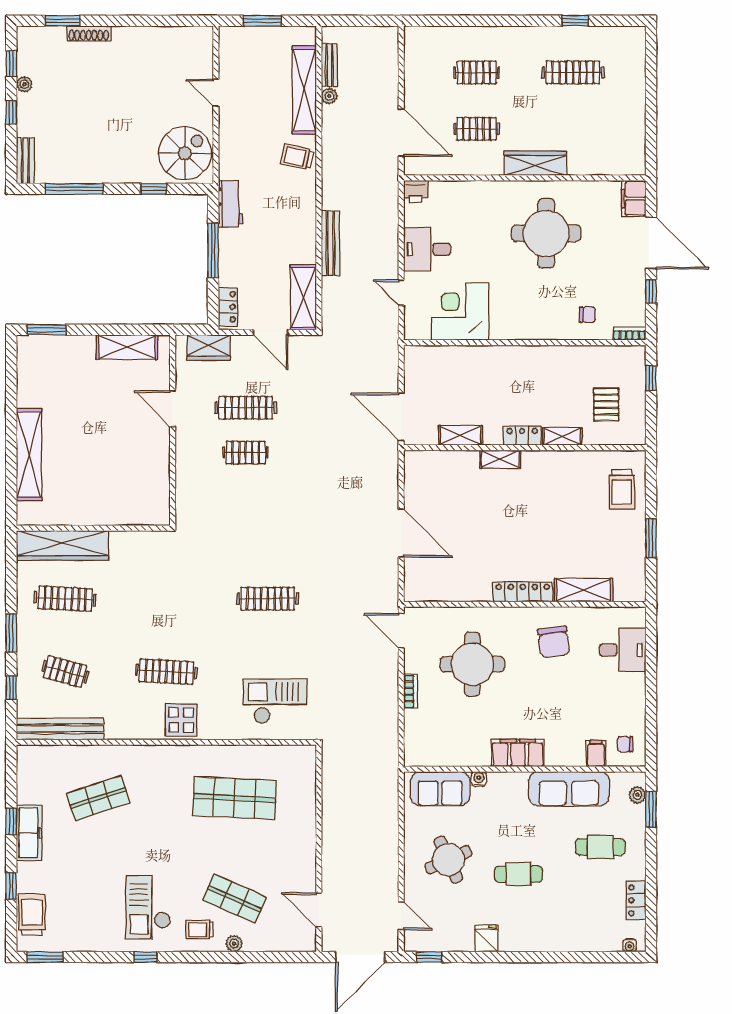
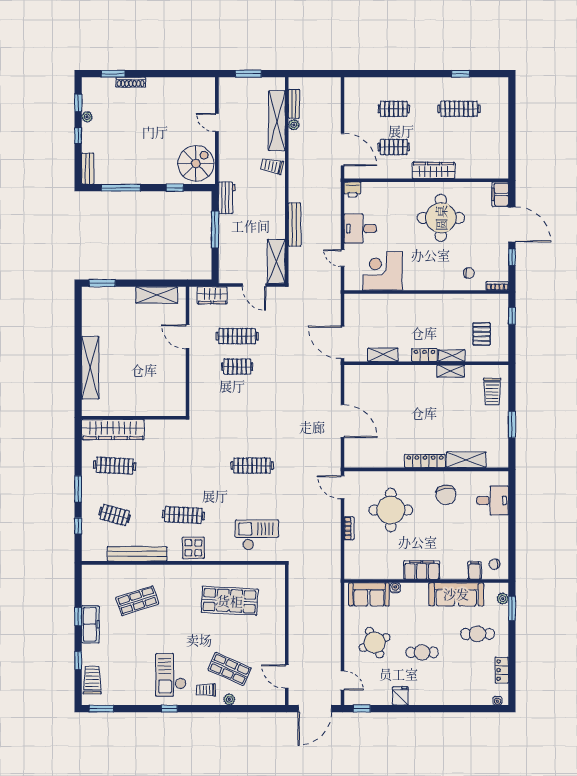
locker: (228, 307) -> (225, 268), removed
shelving: (500, 459) -> (451, 371), moved
bench: (60, 729) -> (137, 554), moved

